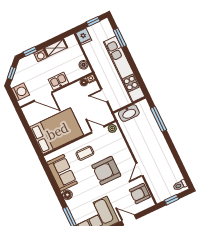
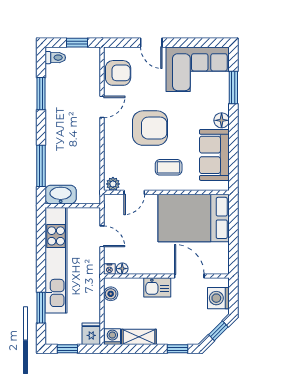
washing machine: (40, 55) -> (112, 337), moved
washbasin: (129, 113) -> (61, 195), moved
door: (98, 129) -> (134, 192), hinge flipped
window: (178, 161) -> (41, 94), added

